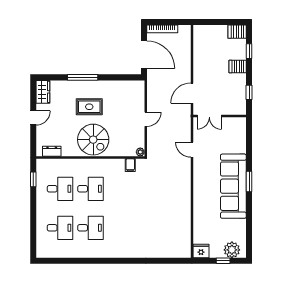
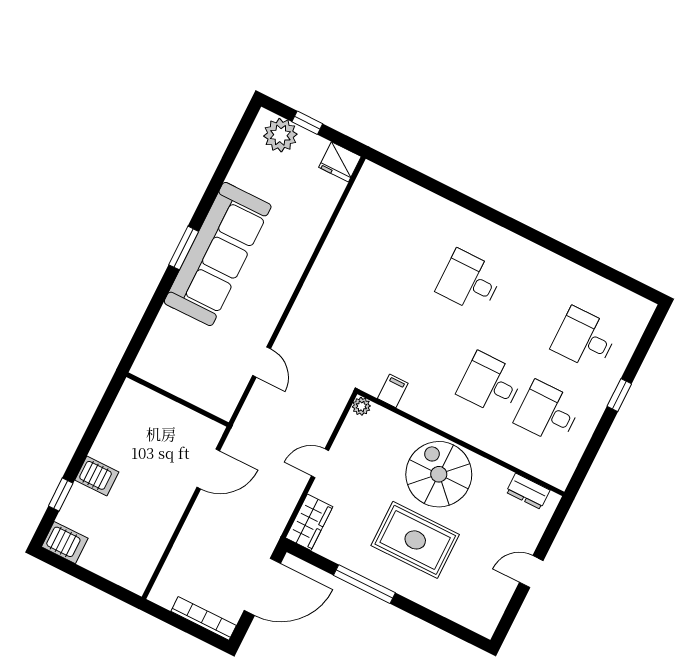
door: (144, 55) -> (262, 587), swing flipped
window: (83, 77) -> (364, 584), moved
wardrobe: (43, 92) -> (309, 522), moved, turned 180
window: (249, 92) -> (100, 417), removed
rug: (89, 107) -> (415, 540), width x1.36, depth x1.43
double door: (209, 116) -> (197, 409), removed
window: (33, 179) -> (619, 395), moved
desk: (90, 228) -> (469, 281), moved

